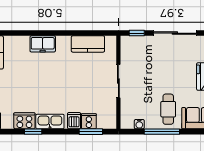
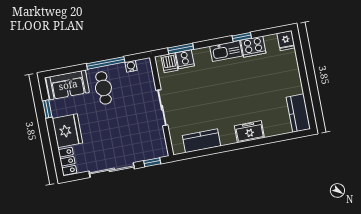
dishwasher: (74, 121) -> (169, 63), moved

